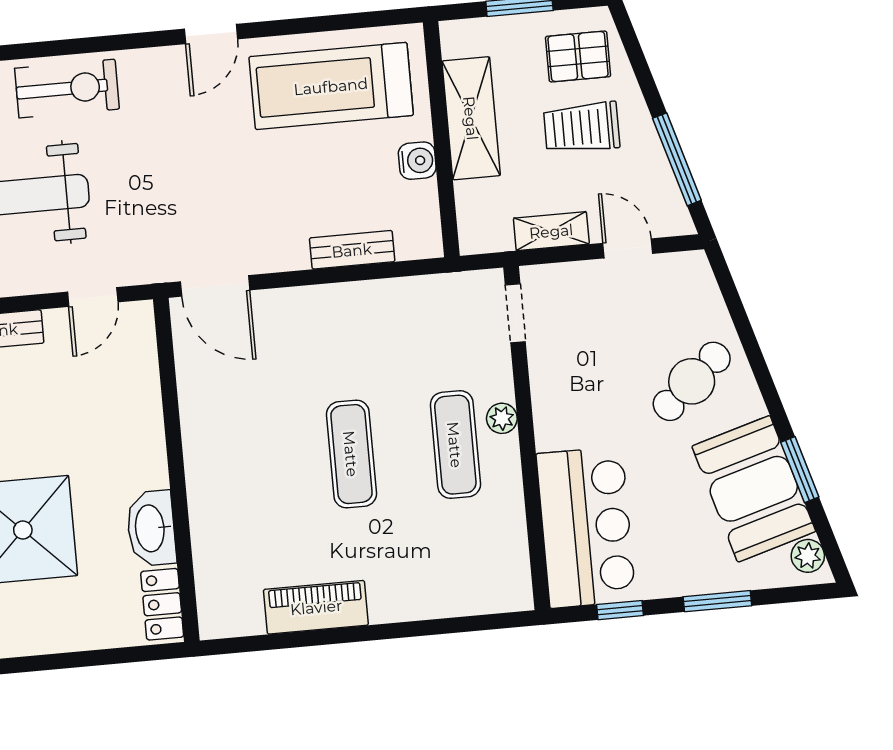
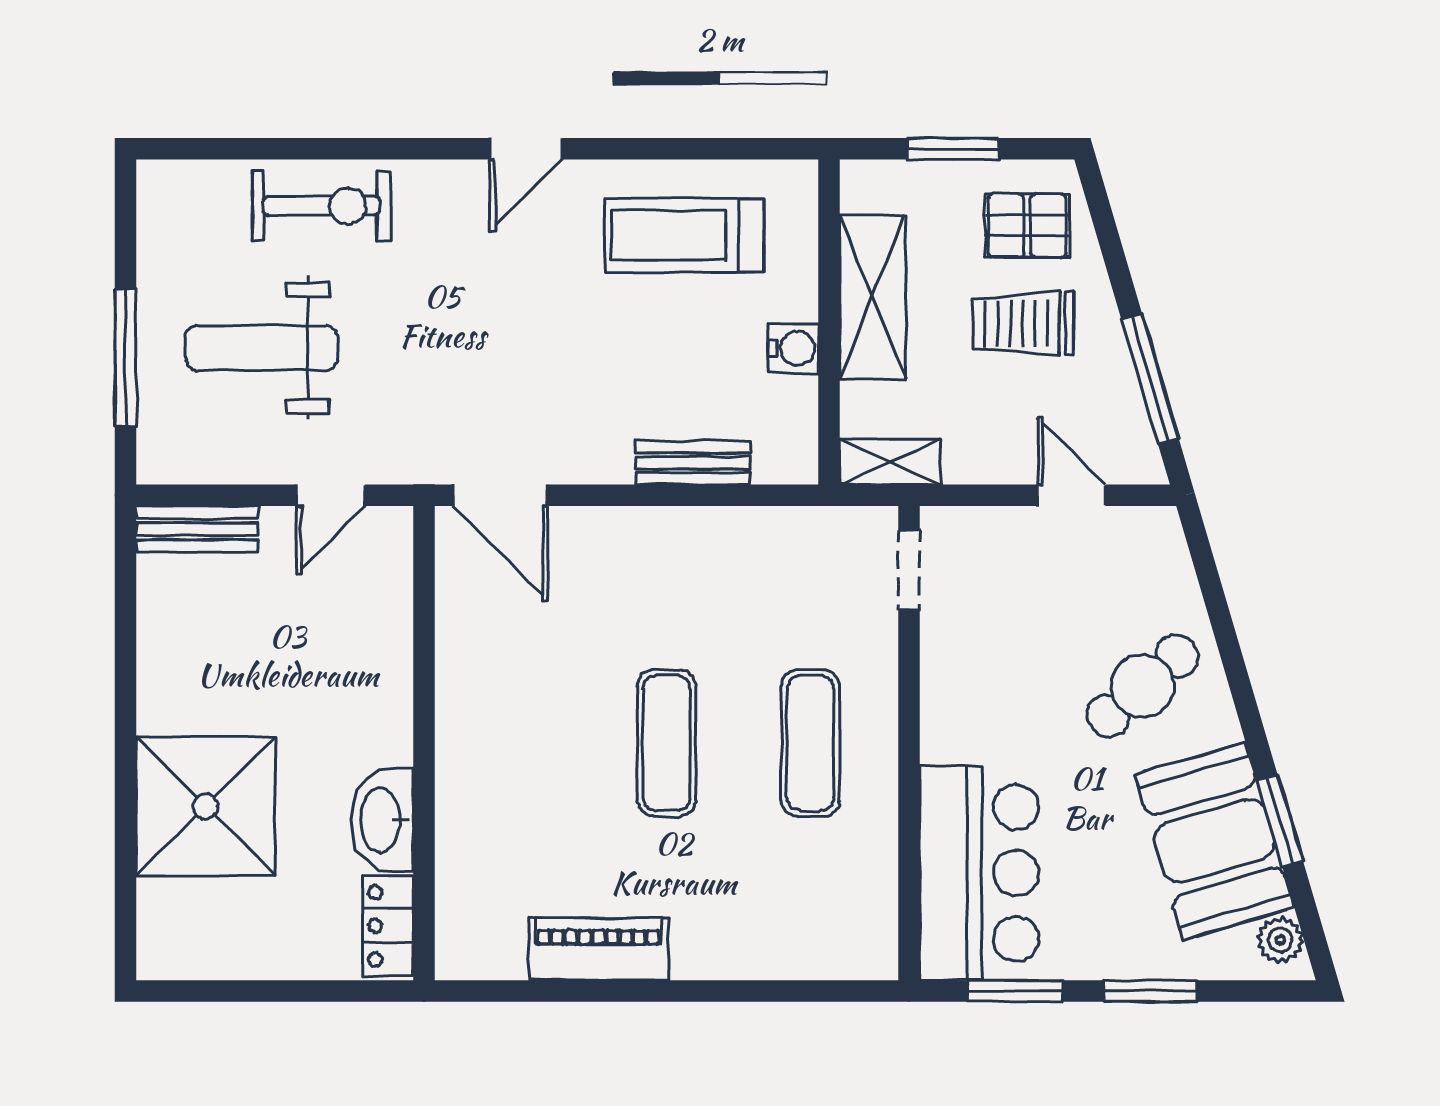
treadmill: (331, 86) -> (685, 235), width x0.73, depth x0.73
shelving: (551, 231) -> (890, 462), moved
plant: (502, 418) -> (877, 713), removed
window: (620, 610) -> (1016, 991), width x1.50

